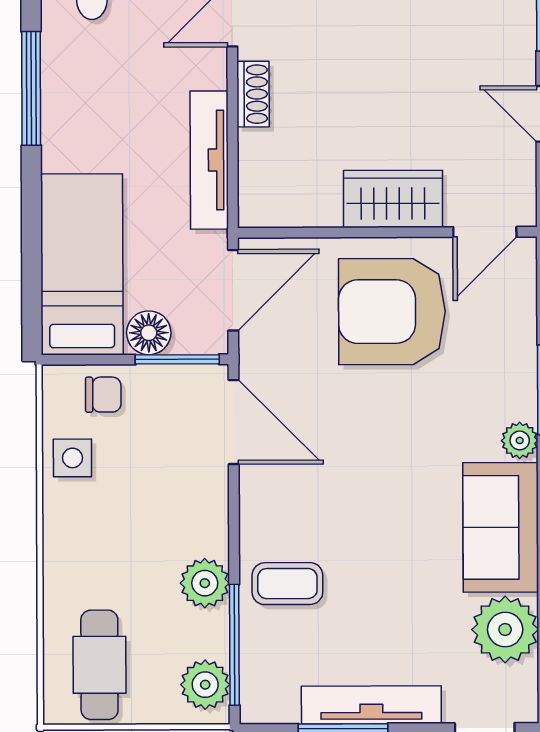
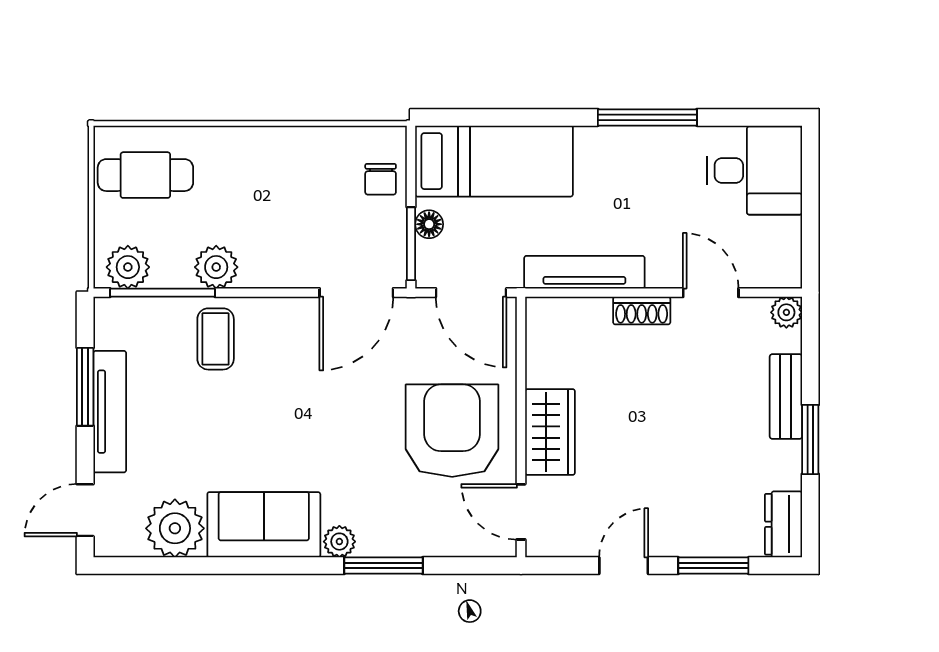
floor lamp: (149, 333) -> (429, 224), width x0.73, depth x0.73
side table: (72, 458) -> (326, 152), removed

